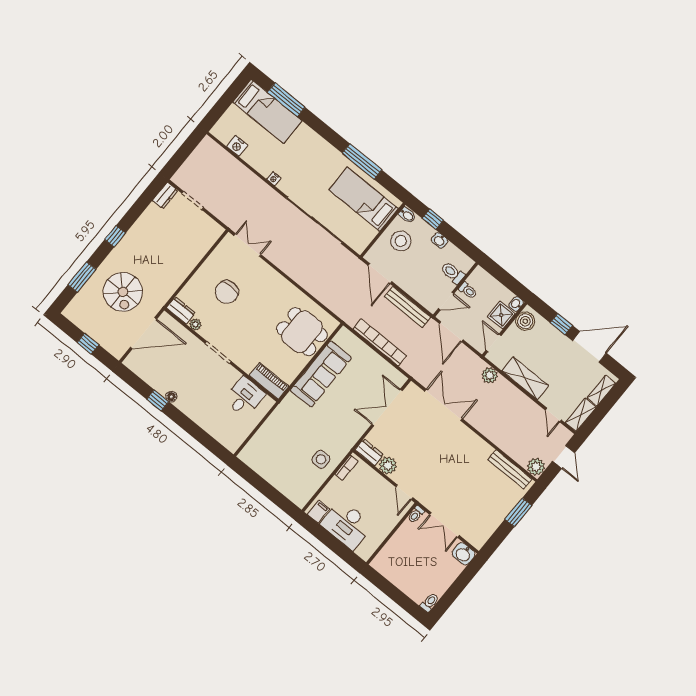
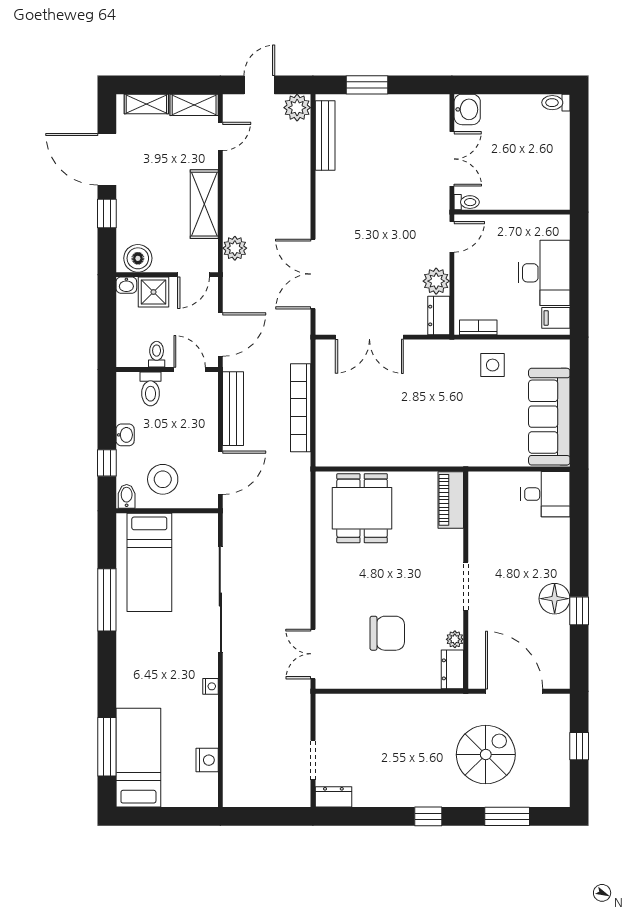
sofa: (321, 374) -> (549, 417), moved, turned -90
floor lamp: (171, 397) -> (555, 599), width x1.89, depth x1.89
desk: (245, 397) -> (545, 494), moved, turned 180

